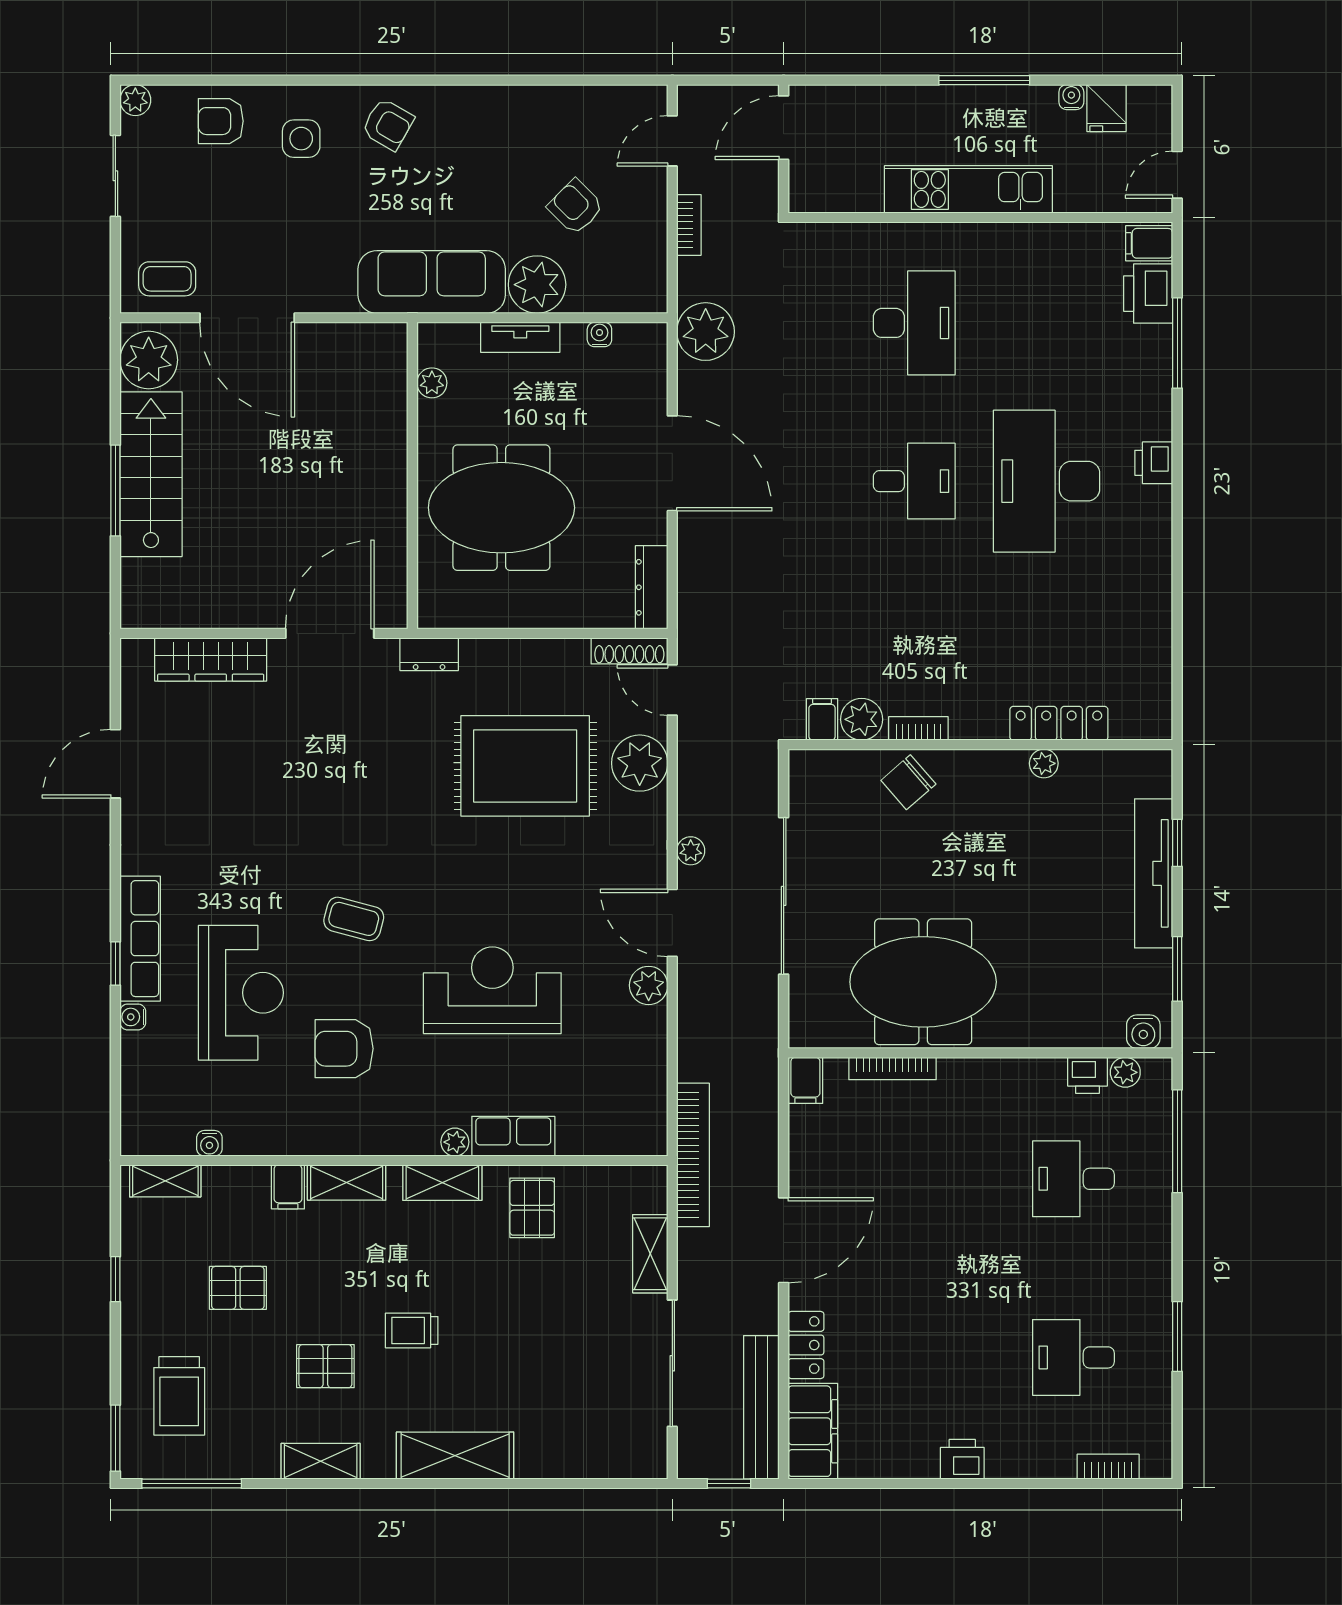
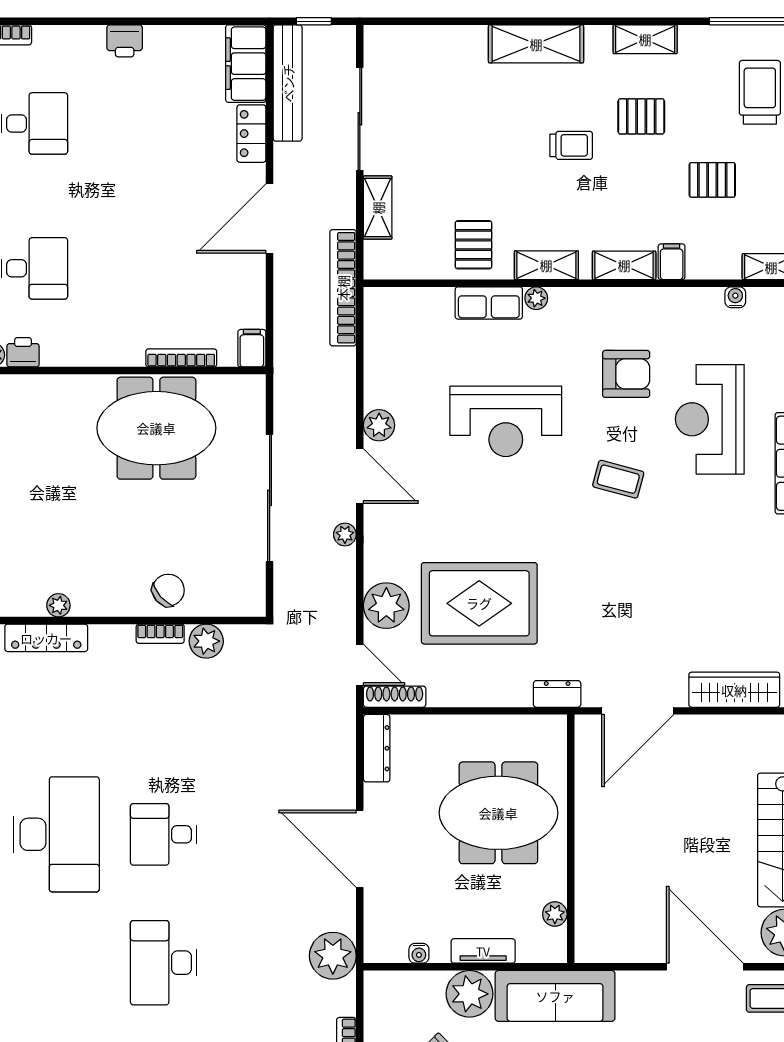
filing cabinet: (822, 719) -> (238, 641), removed

